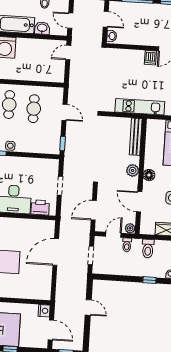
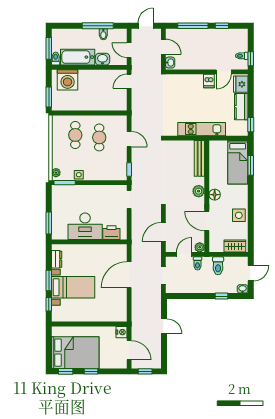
doorway: (60, 186) -> (129, 199), moved

